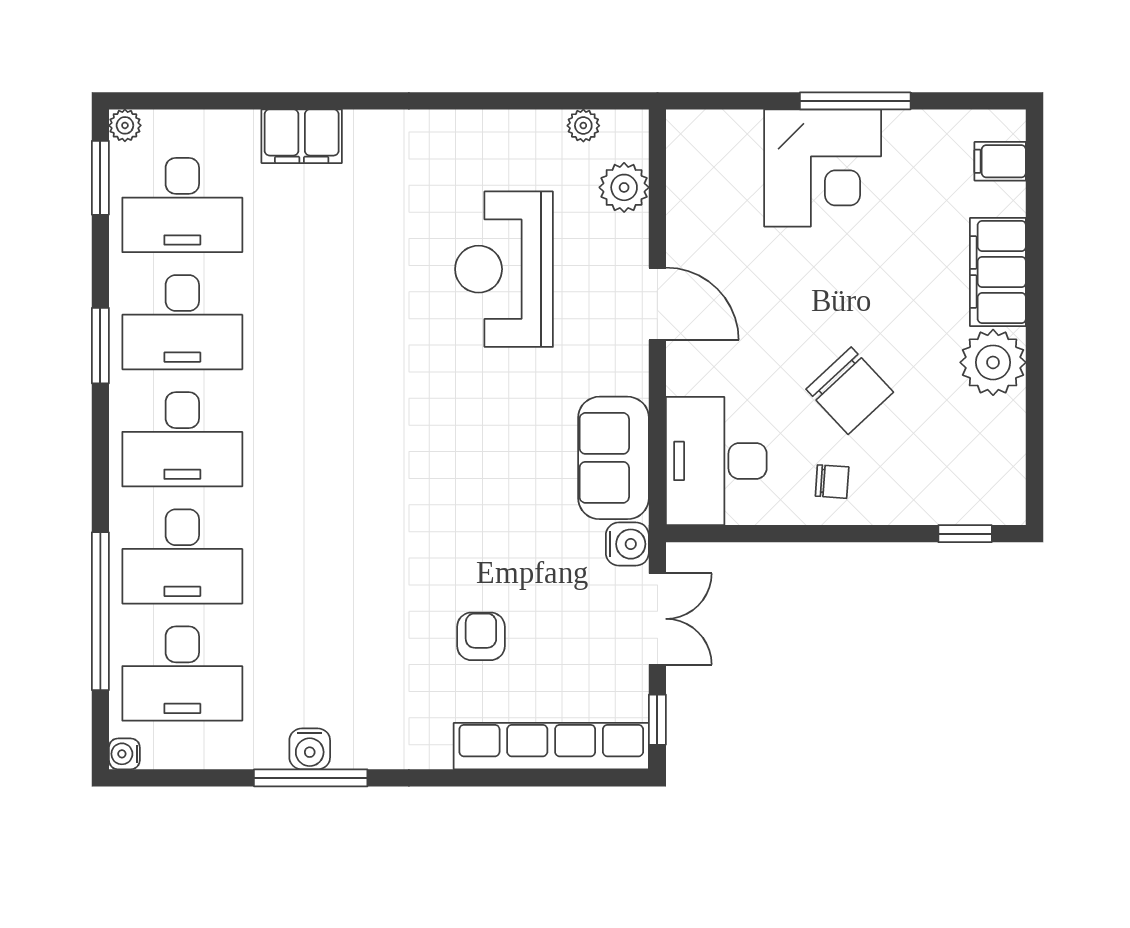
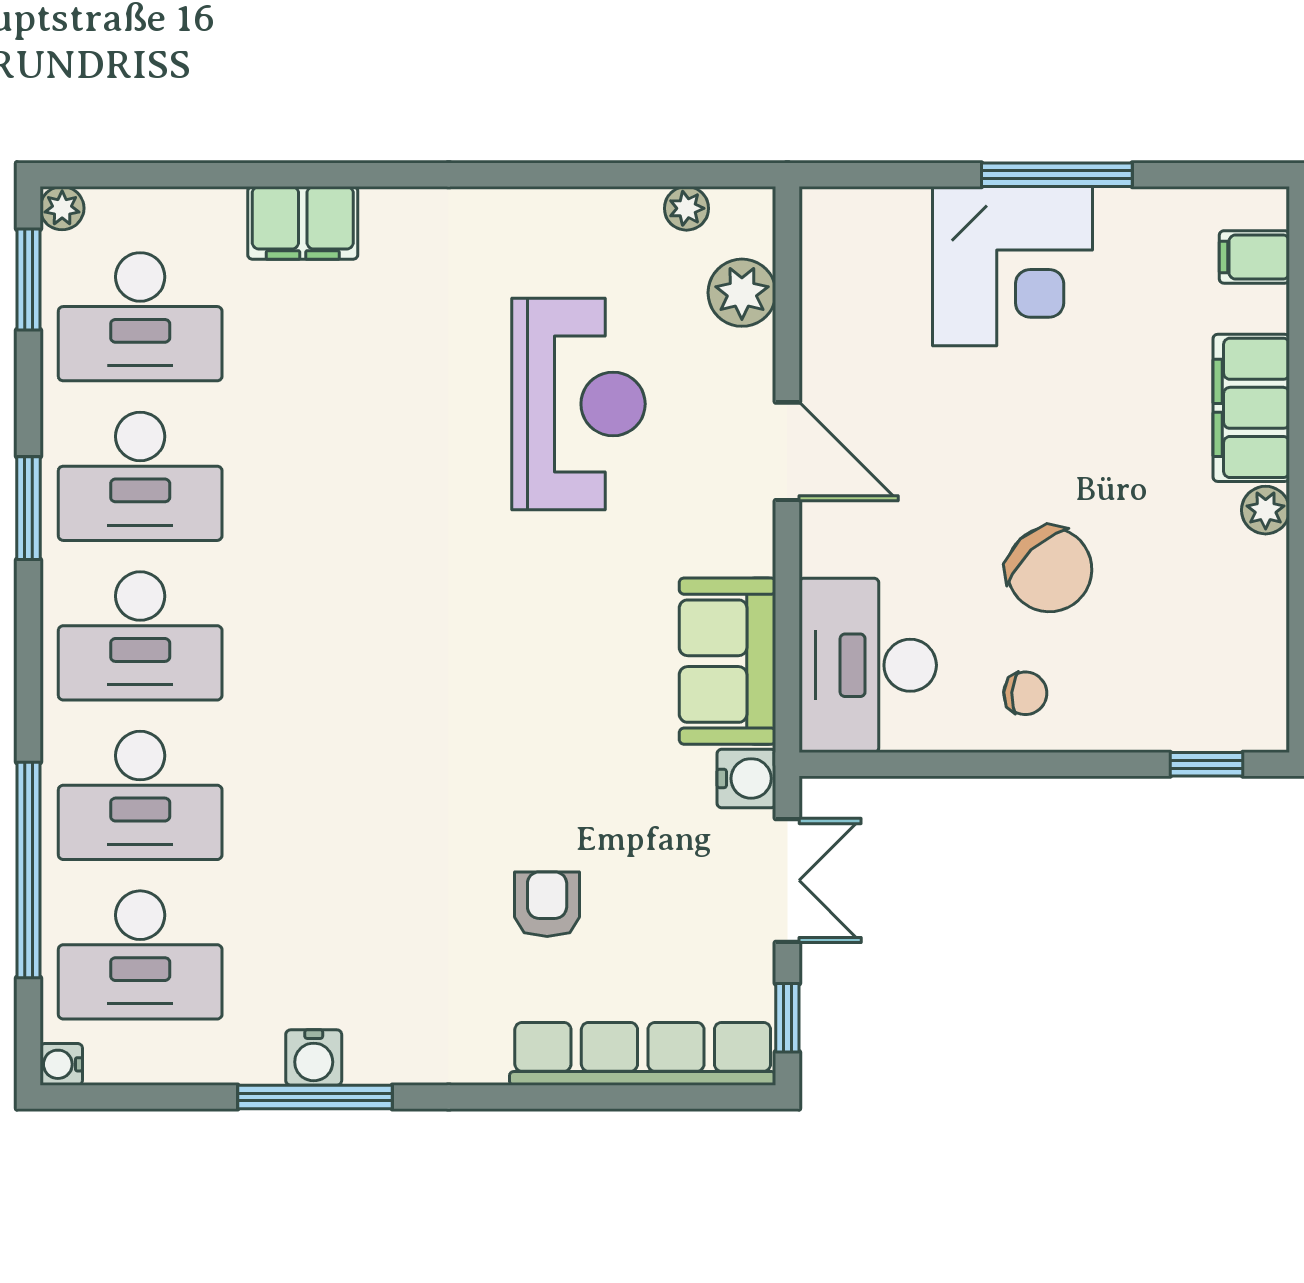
reception desk: (504, 269) -> (578, 404), turned 180
plant: (993, 362) -> (1266, 510), width x0.53, depth x0.53

